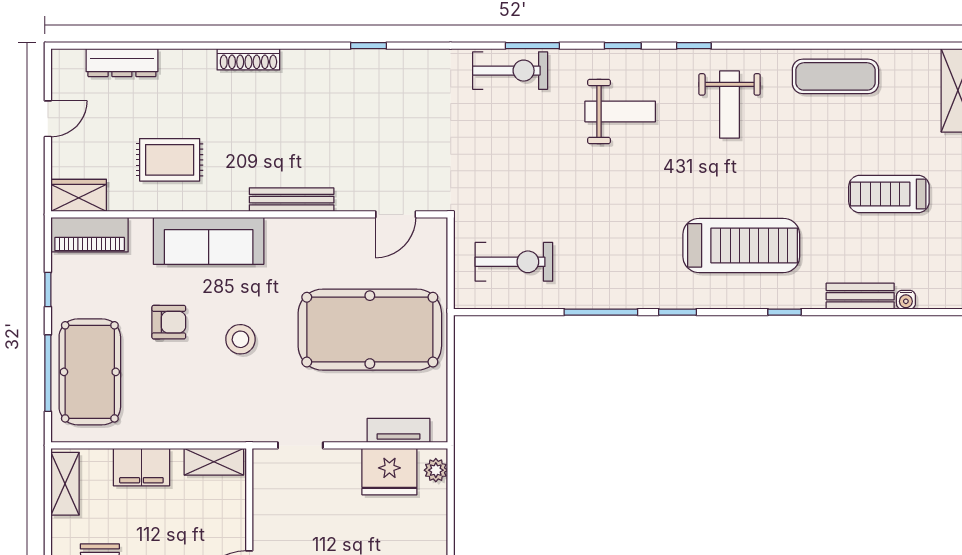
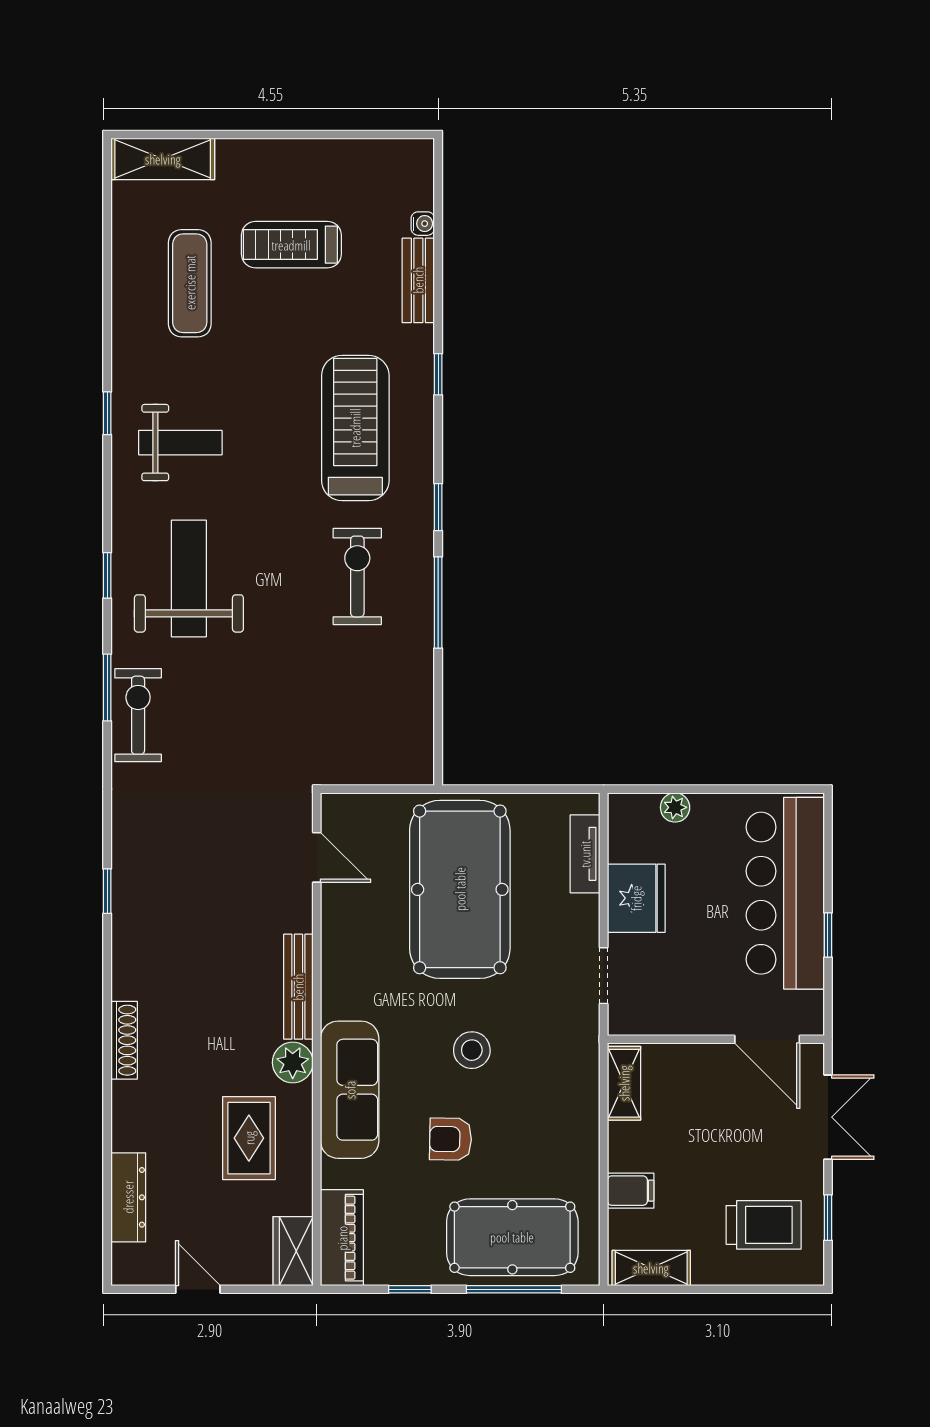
window: (694, 46) -> (107, 413), moved
exercise mat: (835, 76) -> (190, 283), moved
weight bench: (620, 111) -> (189, 578), width x1.36, depth x1.33
treadmill: (889, 194) -> (291, 245), turned 90
plant: (230, 195) -> (293, 1062), added
exercise bike: (514, 262) -> (357, 576), moved
armchair: (169, 322) -> (451, 1139), turned -89
filing cabinet: (141, 467) -> (631, 1191), width x0.50
plant: (436, 470) -> (675, 807), moved
fridge: (389, 472) -> (636, 898), moved

